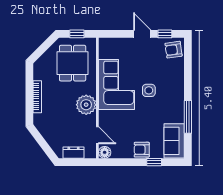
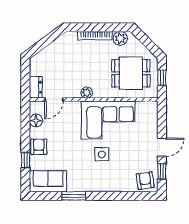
plant: (40, 73) -> (120, 38), added
plant: (86, 105) -> (87, 93), width x0.53, depth x0.53
window: (188, 117) -> (74, 196), width x0.69
floor lamp: (105, 152) -> (36, 120), moved
dresser: (73, 153) -> (36, 87), moved

